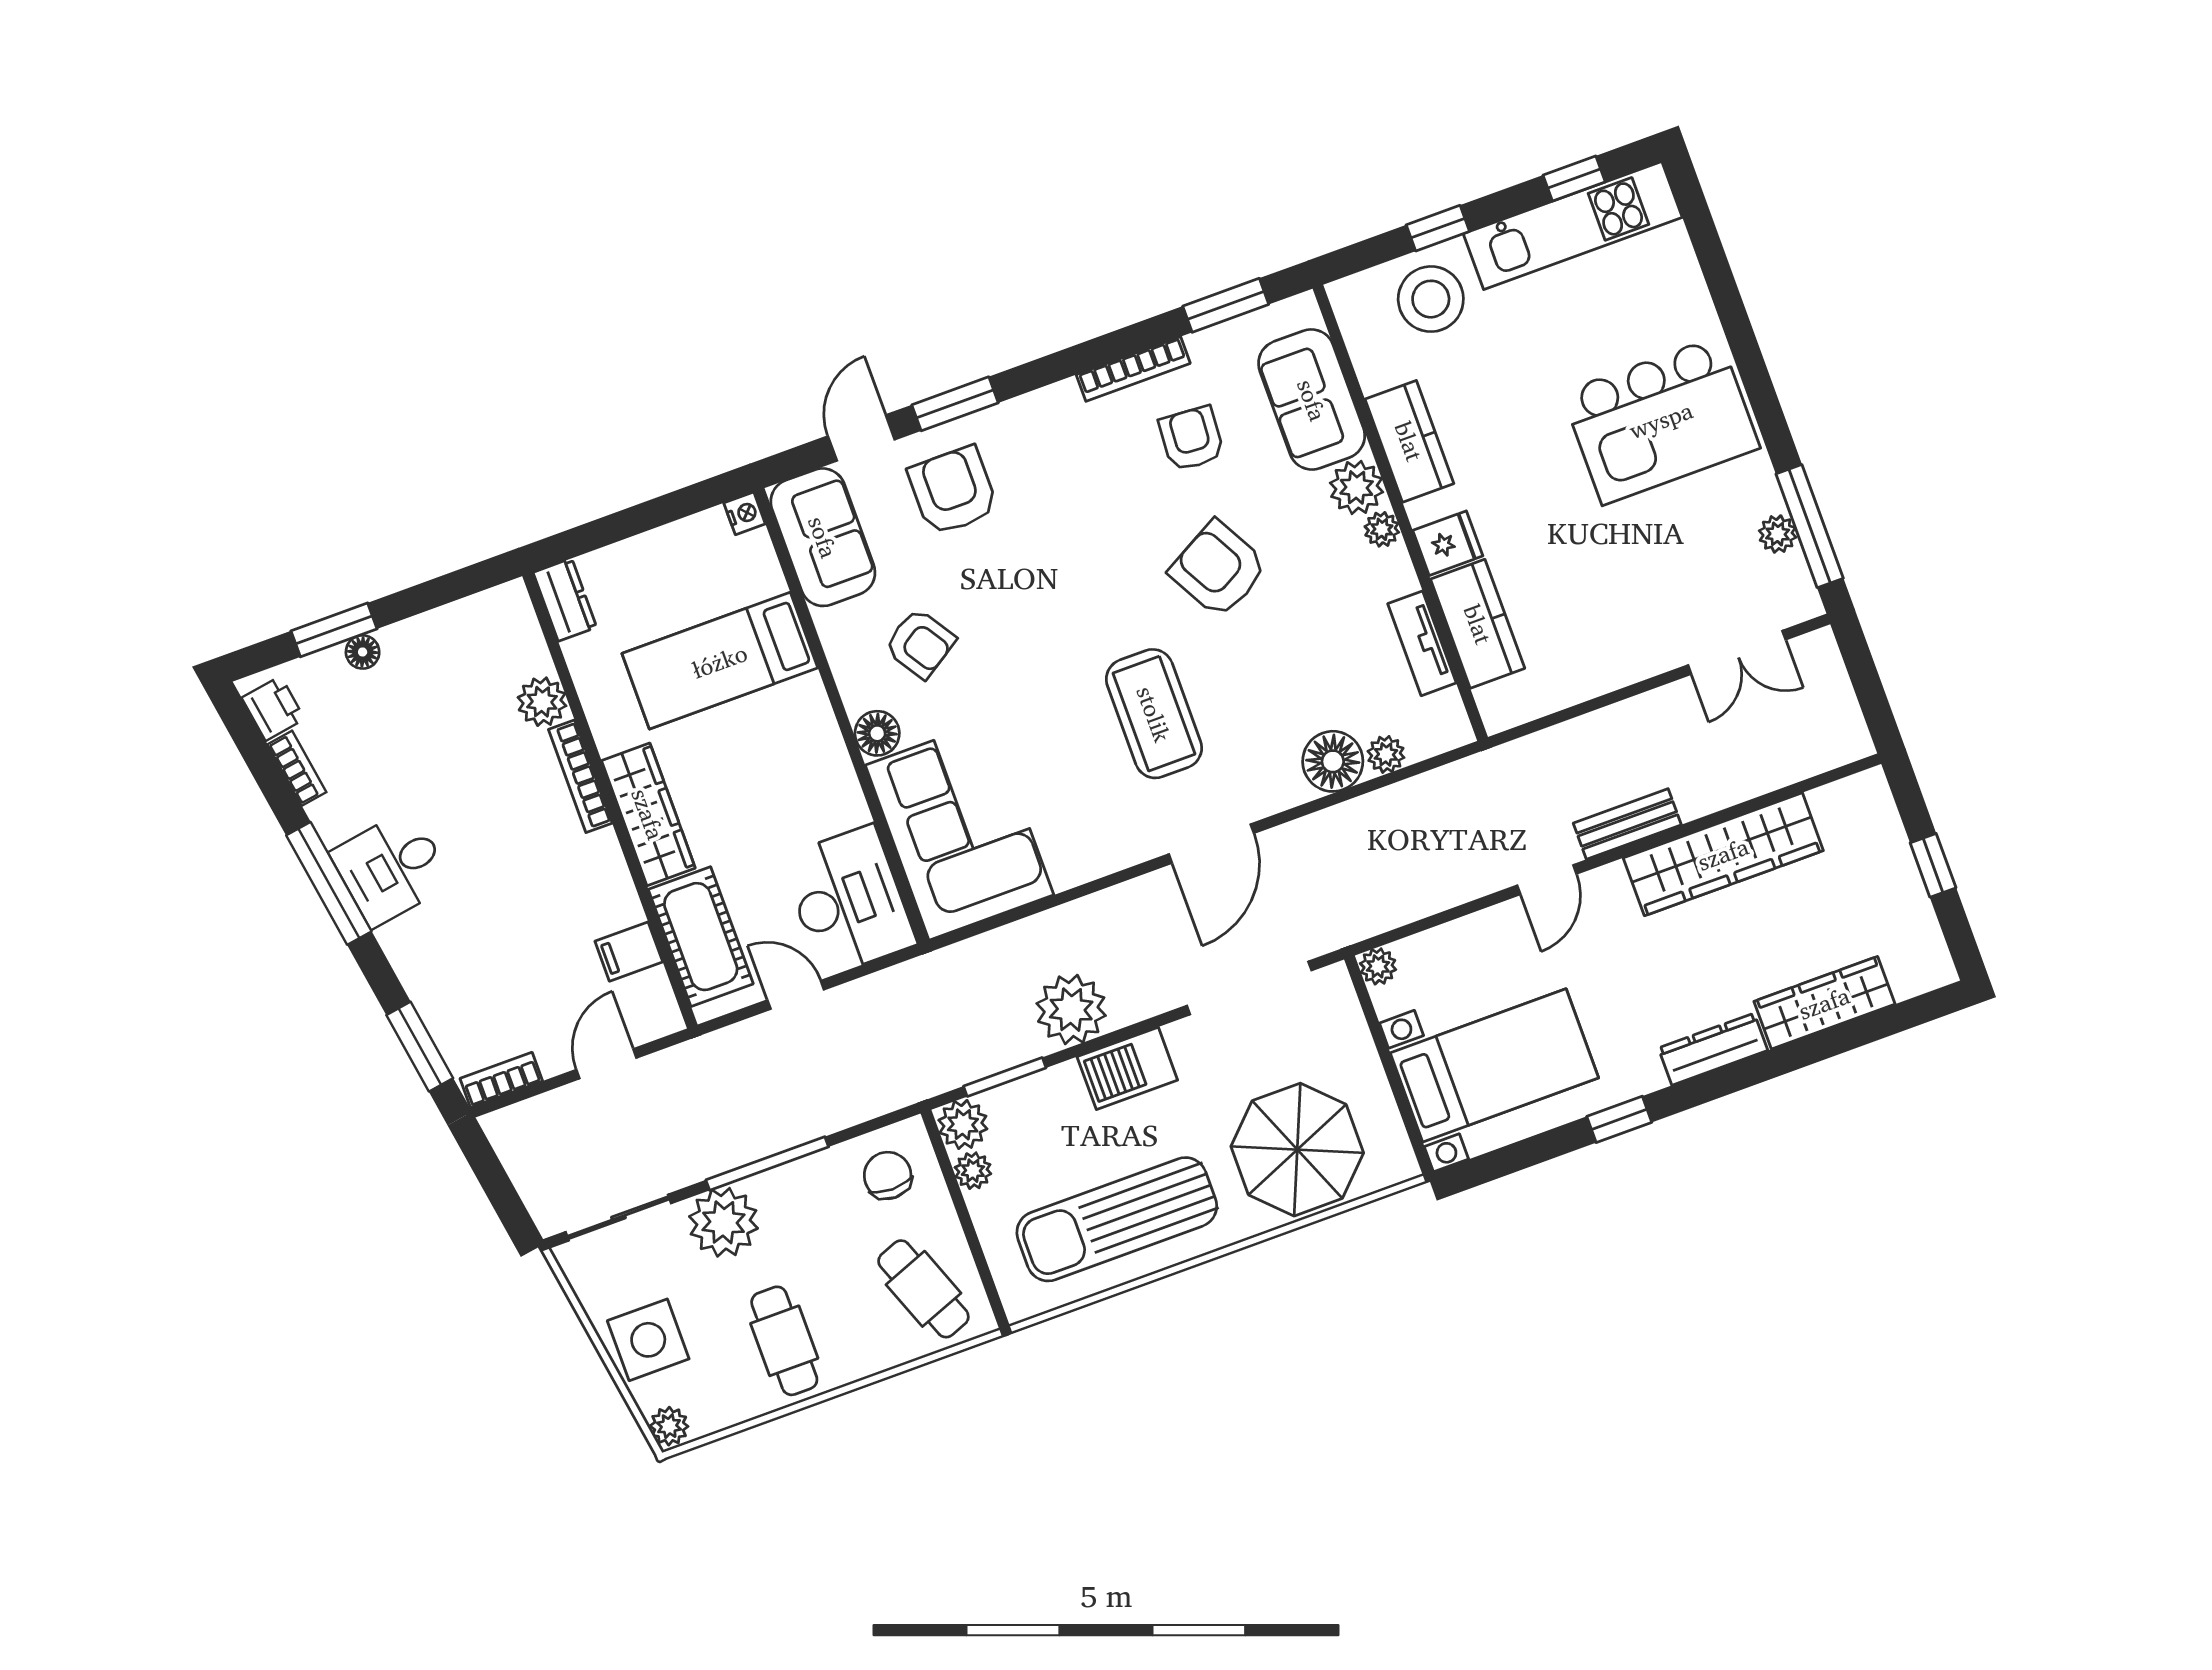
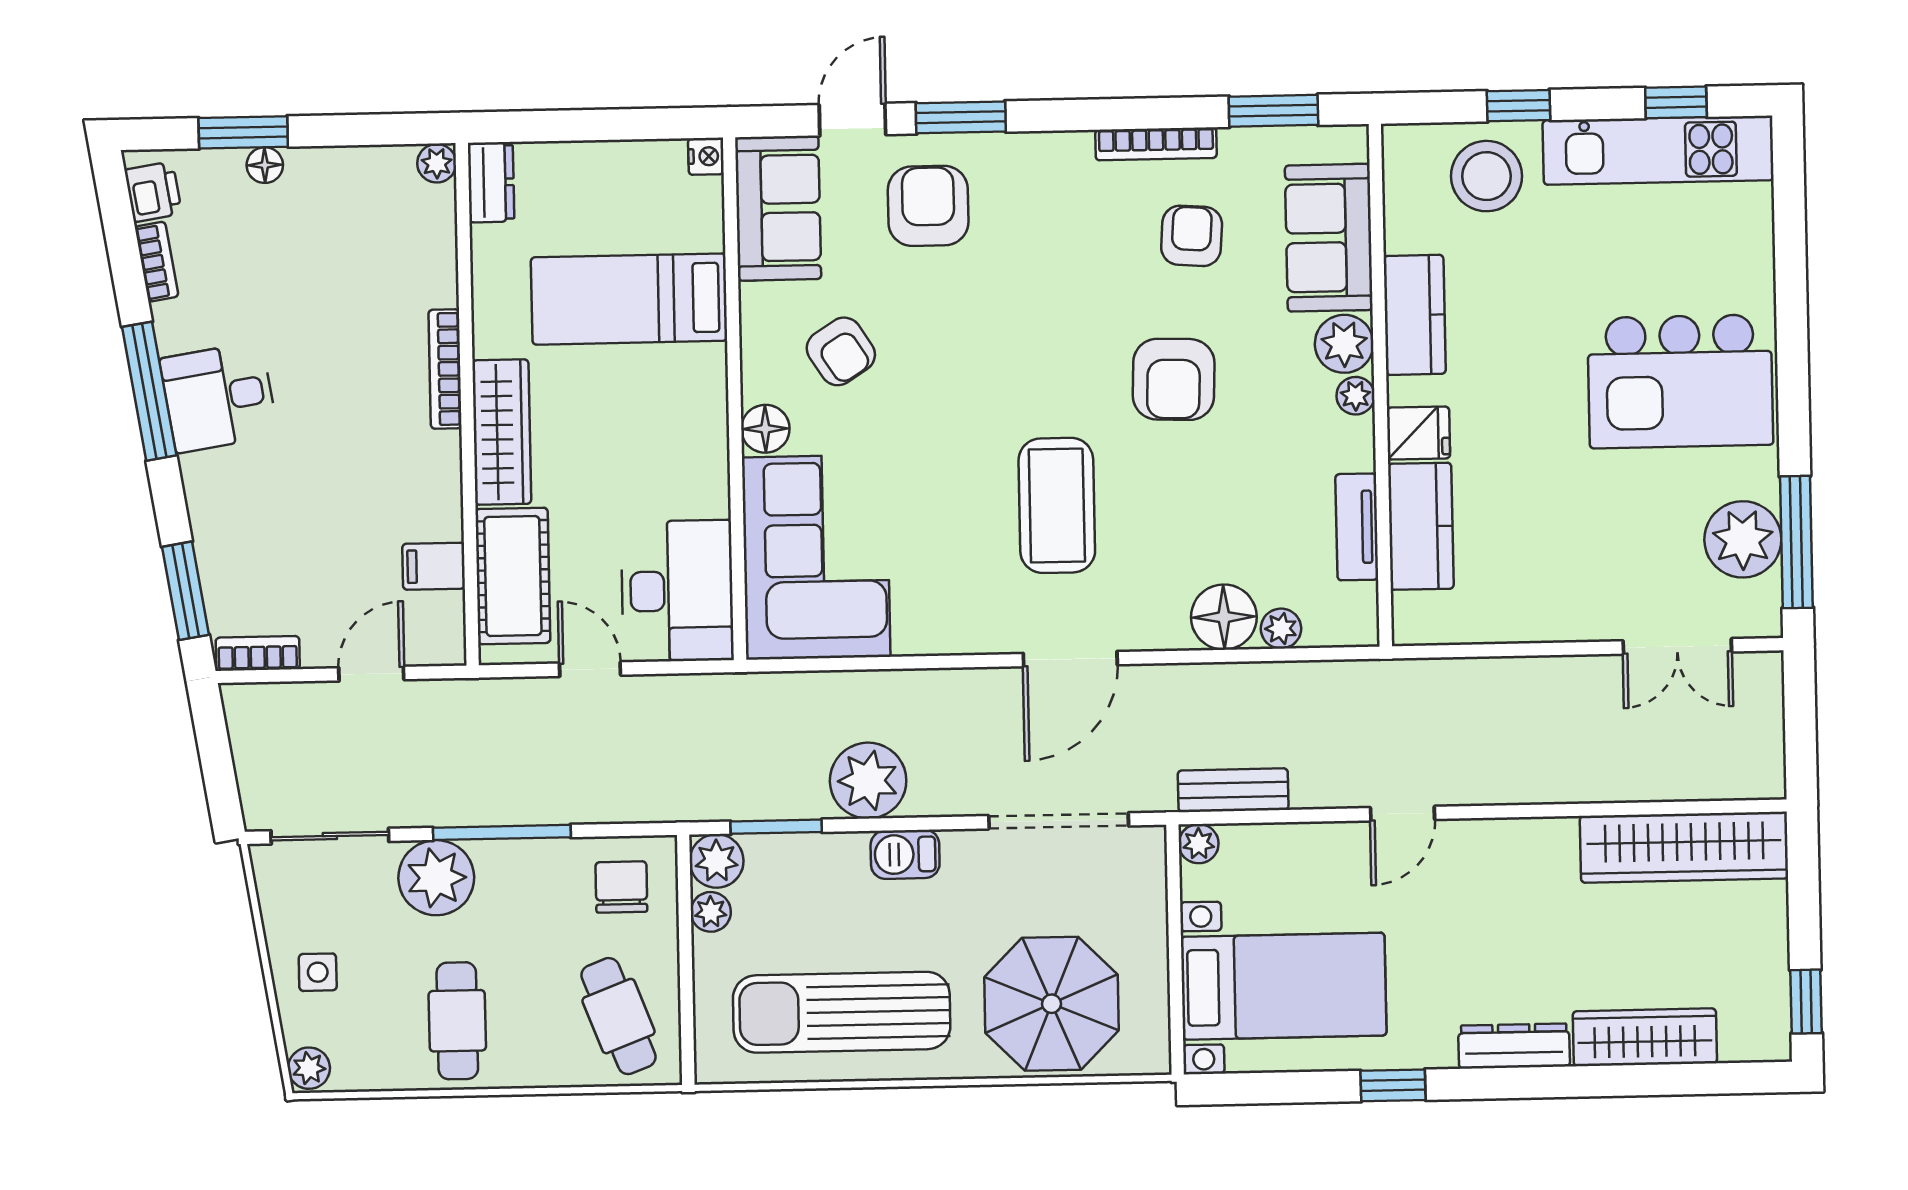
plant: (1778, 534) -> (1743, 539), width x1.87, depth x1.87
armchair: (1218, 569) -> (1174, 379), turned -149
plant: (542, 702) -> (437, 163), moved, width x0.73, depth x0.73
bench: (1627, 824) -> (1233, 790), moved
wardrobe: (1723, 854) -> (1684, 847), moved
window: (1933, 865) -> (1806, 1002), moved
barbecue: (1127, 1068) -> (905, 854), width x0.73, depth x0.79
side table: (648, 1340) -> (318, 972), width x0.54, depth x0.54

